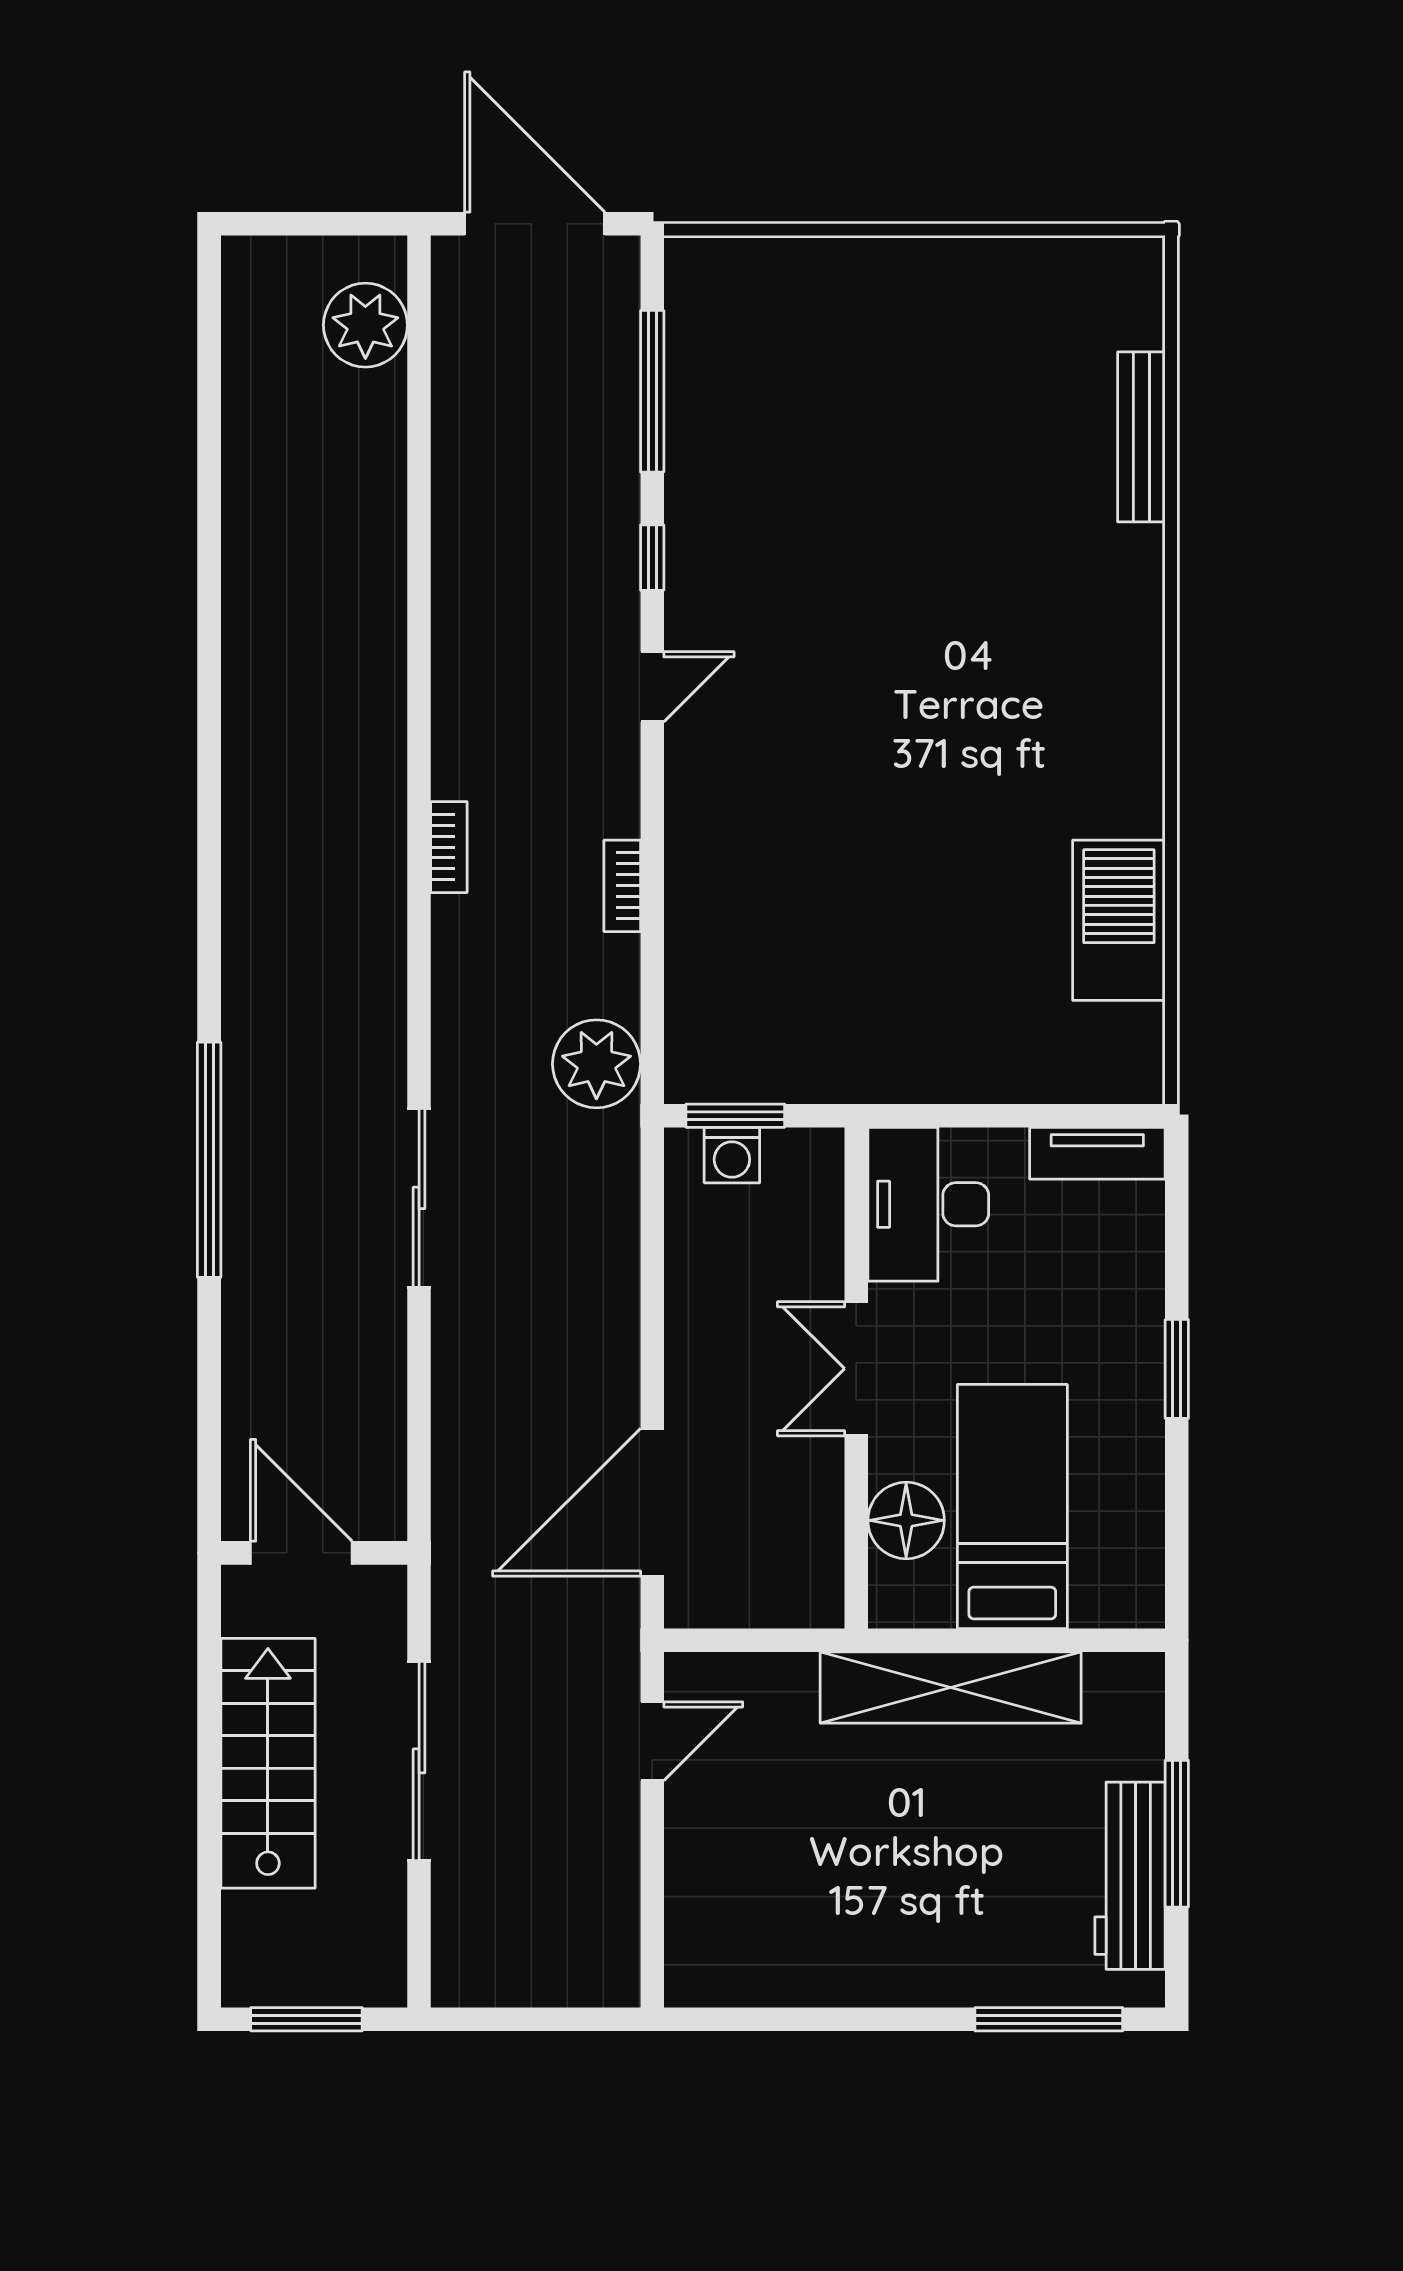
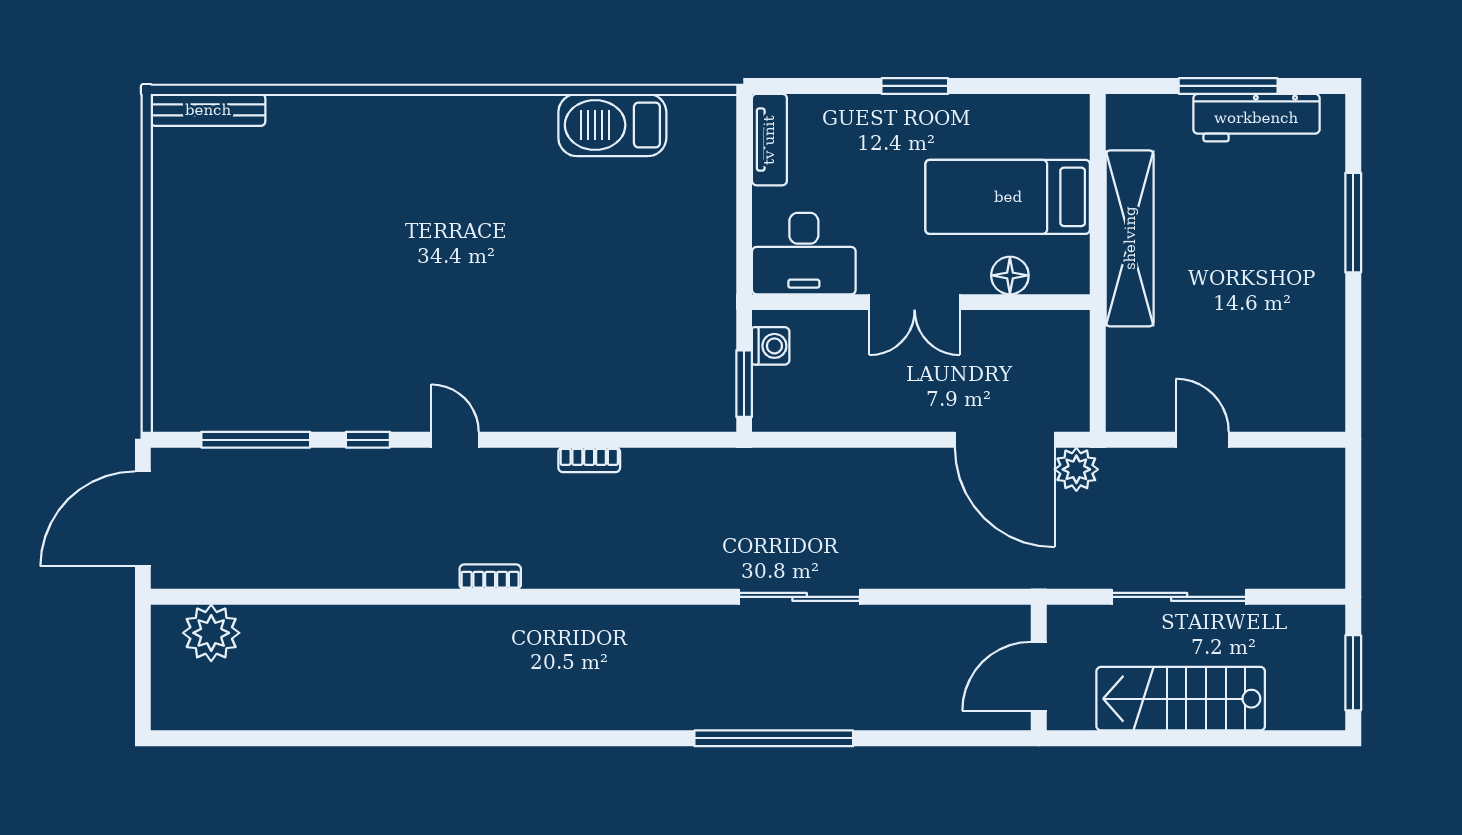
bench: (1141, 437) -> (208, 110), moved
bookcase: (449, 847) -> (490, 577), moved
plant: (596, 1064) -> (1076, 469), moved, width x0.73, depth x0.73
washing machine: (732, 1155) -> (771, 346), moved
floor lamp: (906, 1520) -> (1010, 275), width x0.73, depth x0.73
door: (652, 1741) -> (1202, 440), moved
window: (1049, 2019) -> (1353, 223), moved

